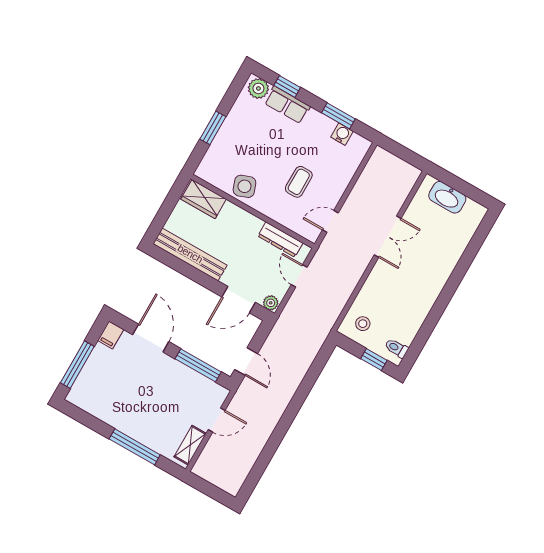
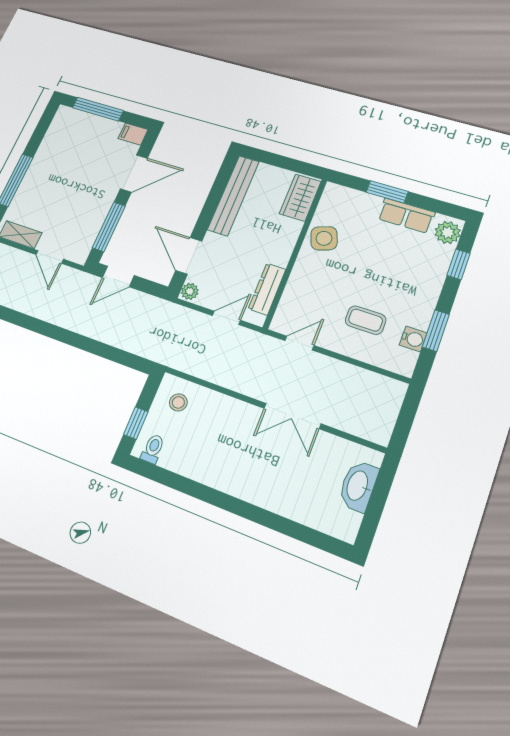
row of seats: (287, 105) -> (406, 216), moved, turned -90
coffee table: (299, 182) -> (366, 320), moved
door: (330, 221) -> (299, 343), hinge flipped

